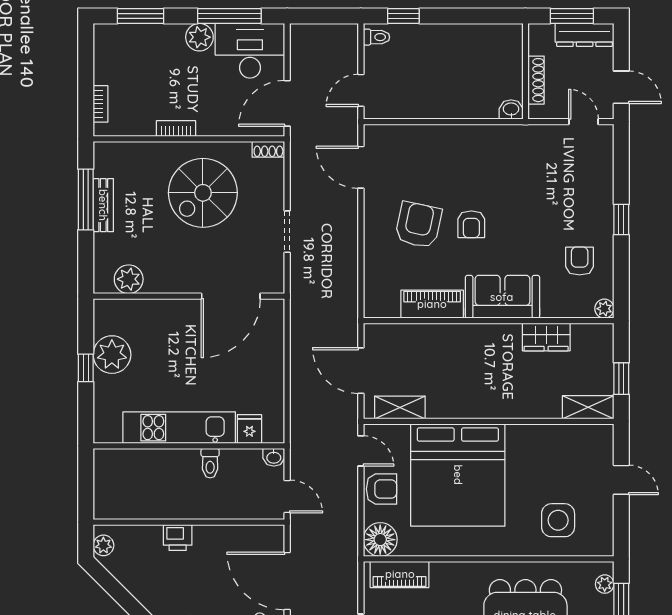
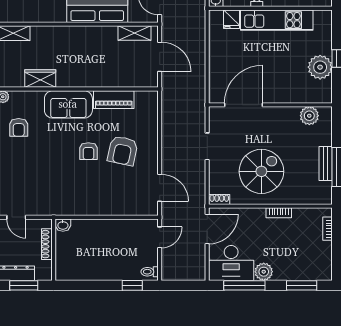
armchair: (471, 224) -> (88, 151), turned 180

